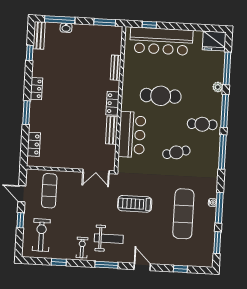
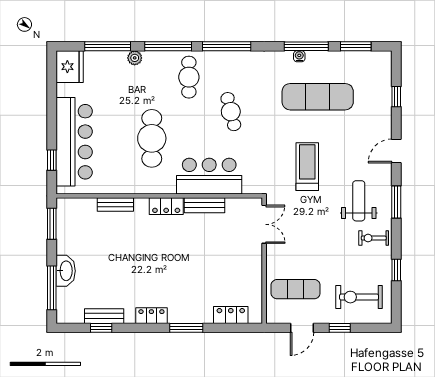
washbasin: (66, 28) -> (66, 271), width x1.91, depth x1.45
bench: (39, 35) -> (104, 316), moved
treadmill: (135, 204) -> (307, 167), turned 180

